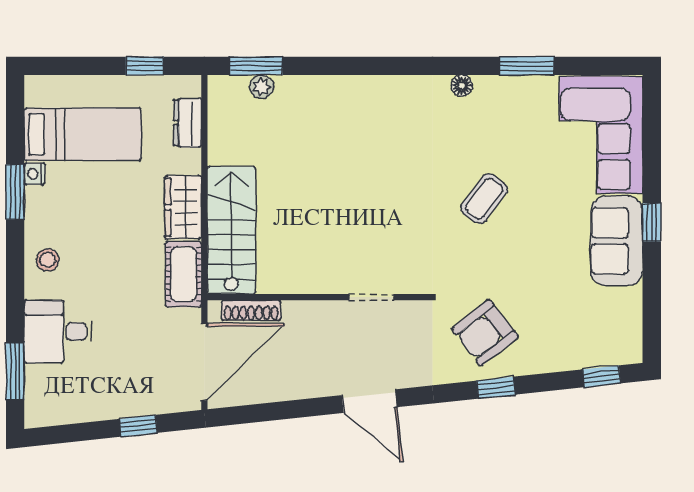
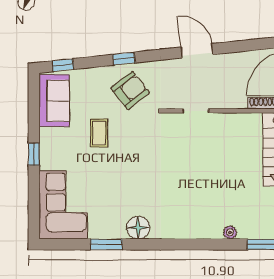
floor lamp: (462, 86) -> (138, 228), width x1.89, depth x1.89
plant: (262, 87) -> (230, 232), moved
coffee table: (484, 199) -> (99, 133), moved, turned -37
sofa: (617, 241) -> (54, 101), moved

